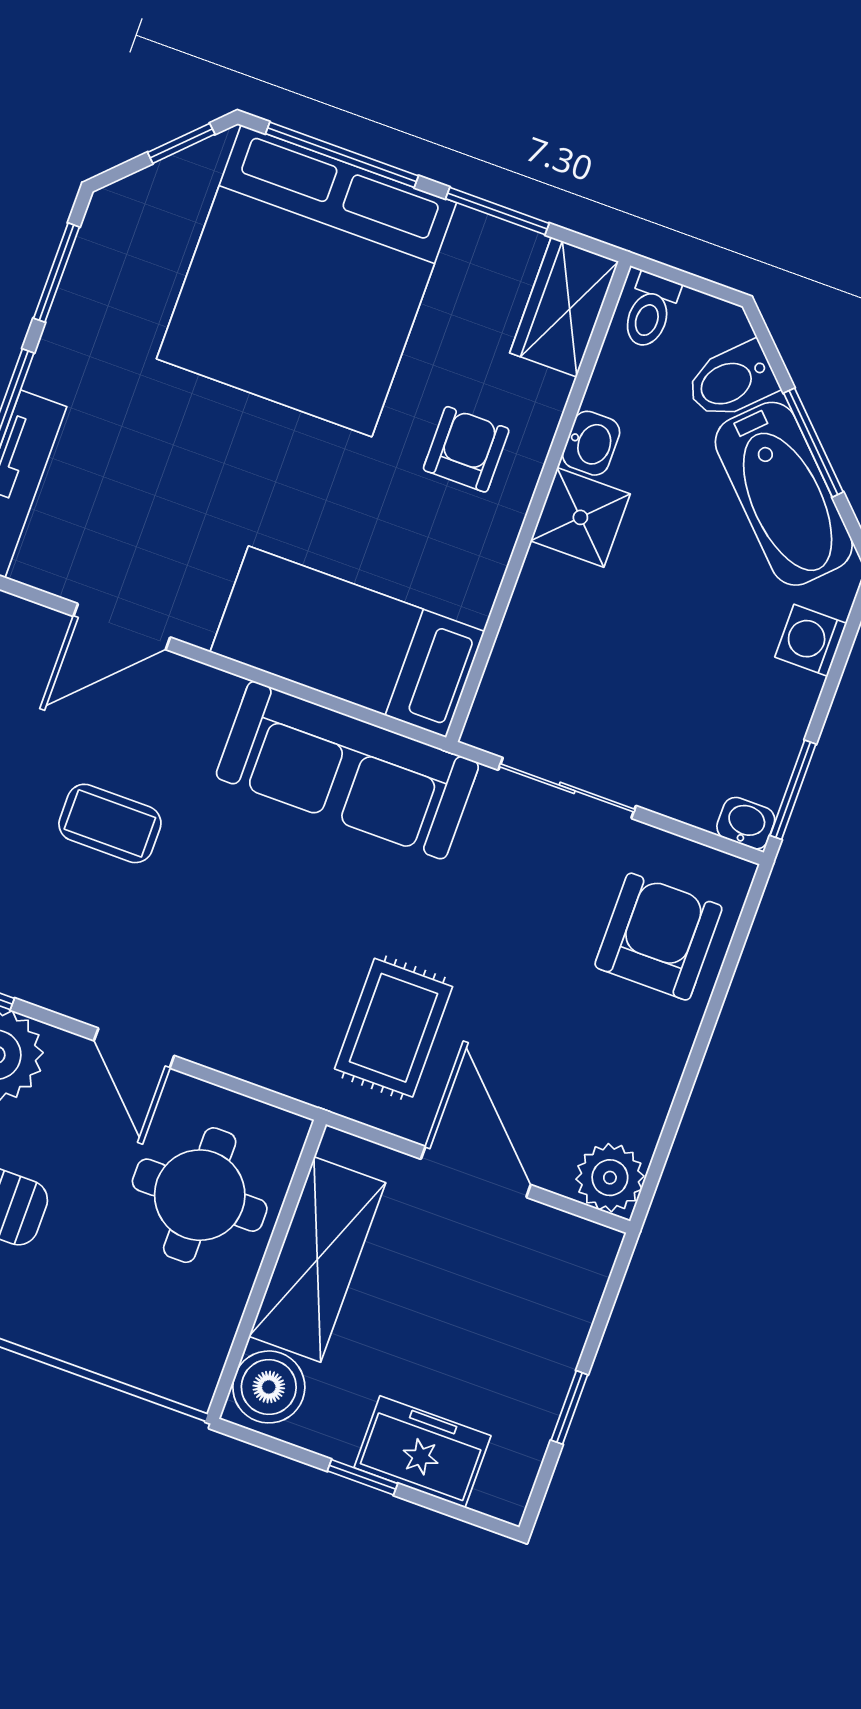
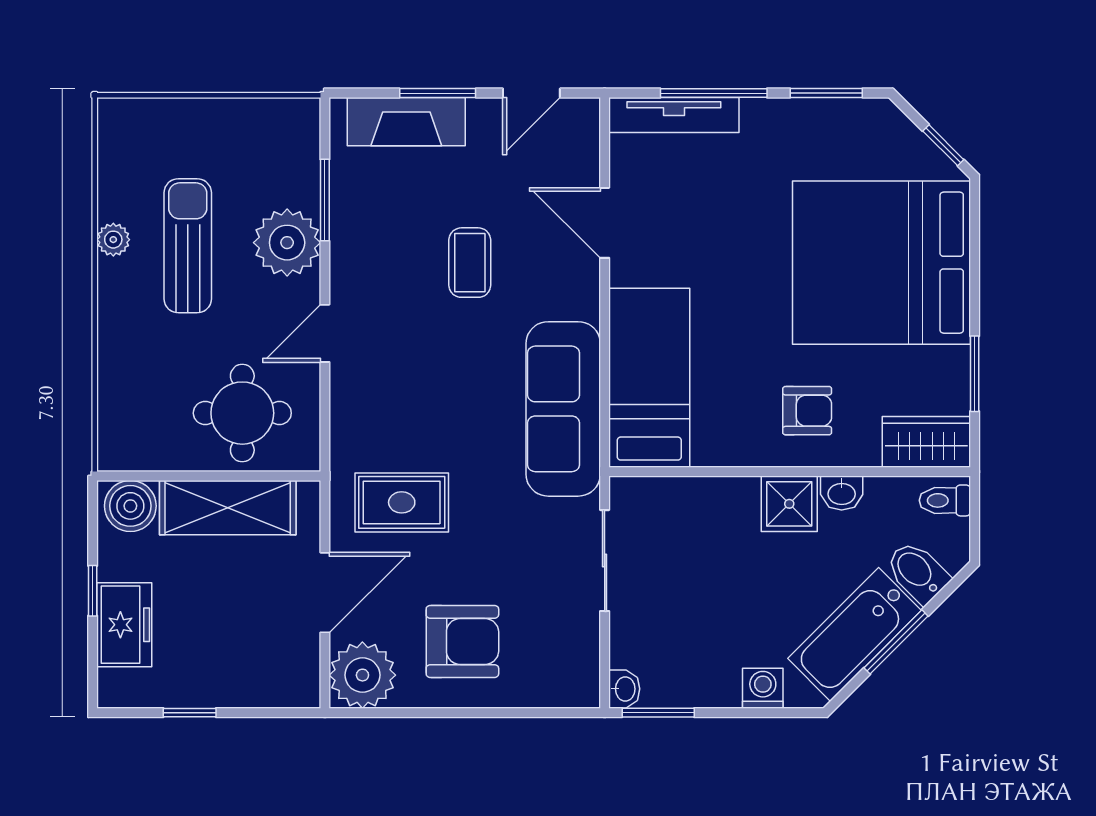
window: (342, 155) -> (975, 256), removed
armchair: (658, 937) -> (462, 641), moved
plant: (610, 1178) -> (362, 675), width x1.36, depth x1.36

